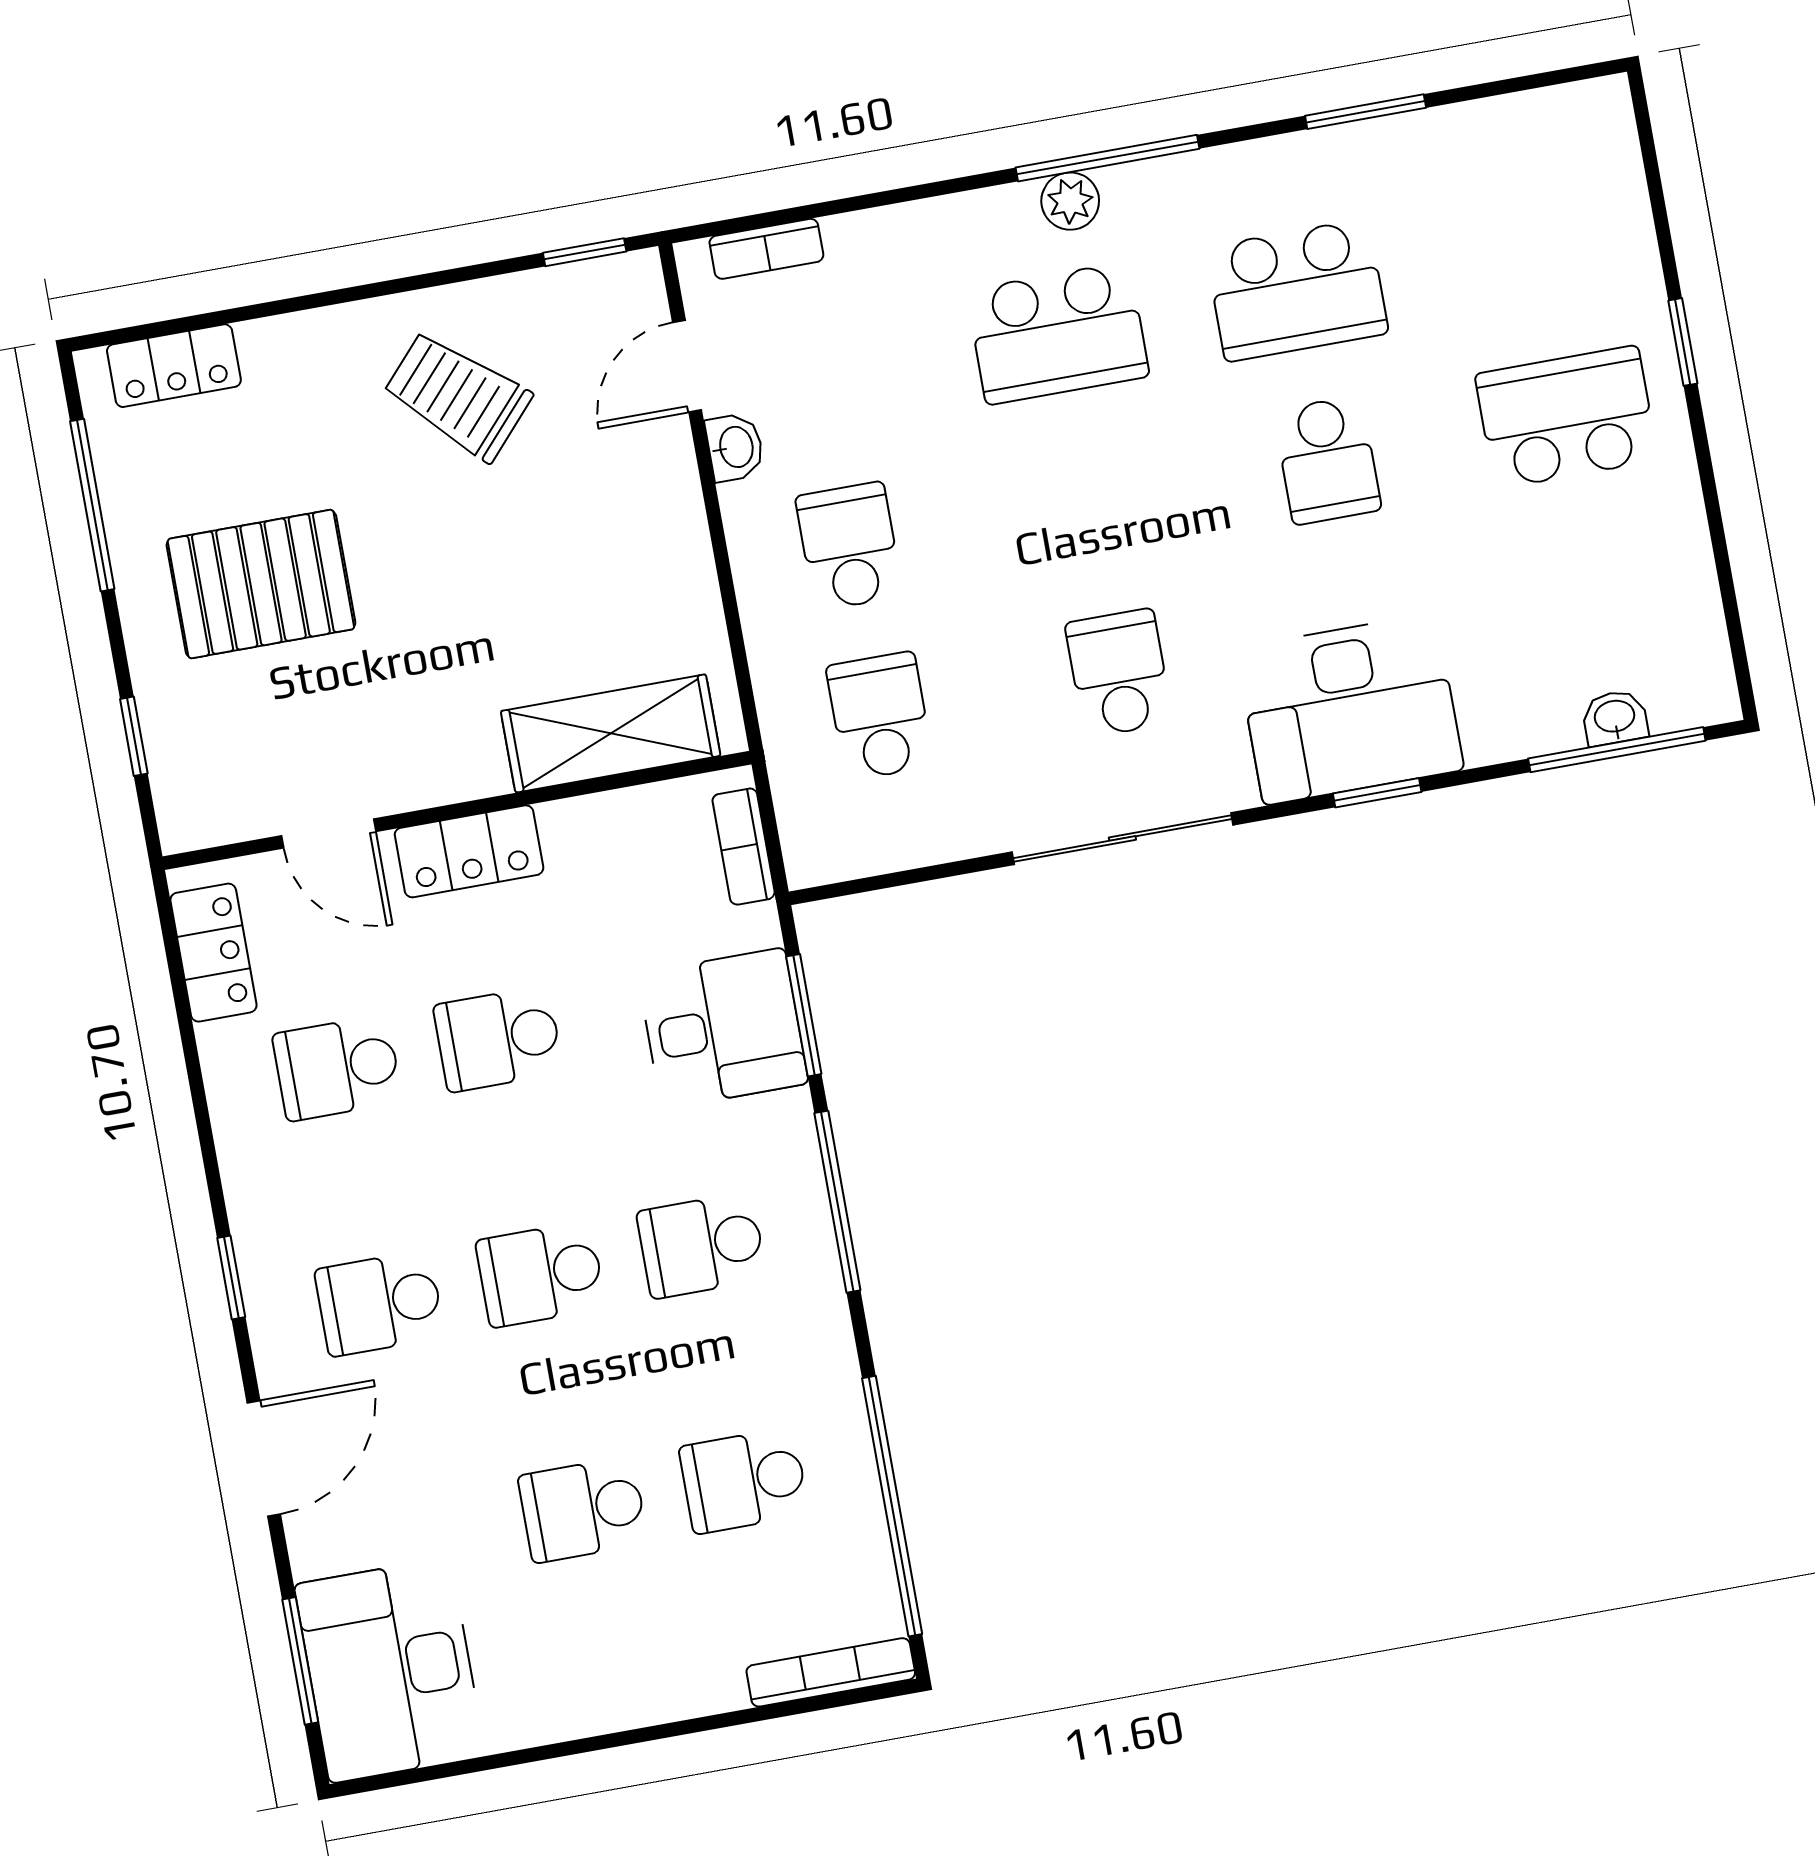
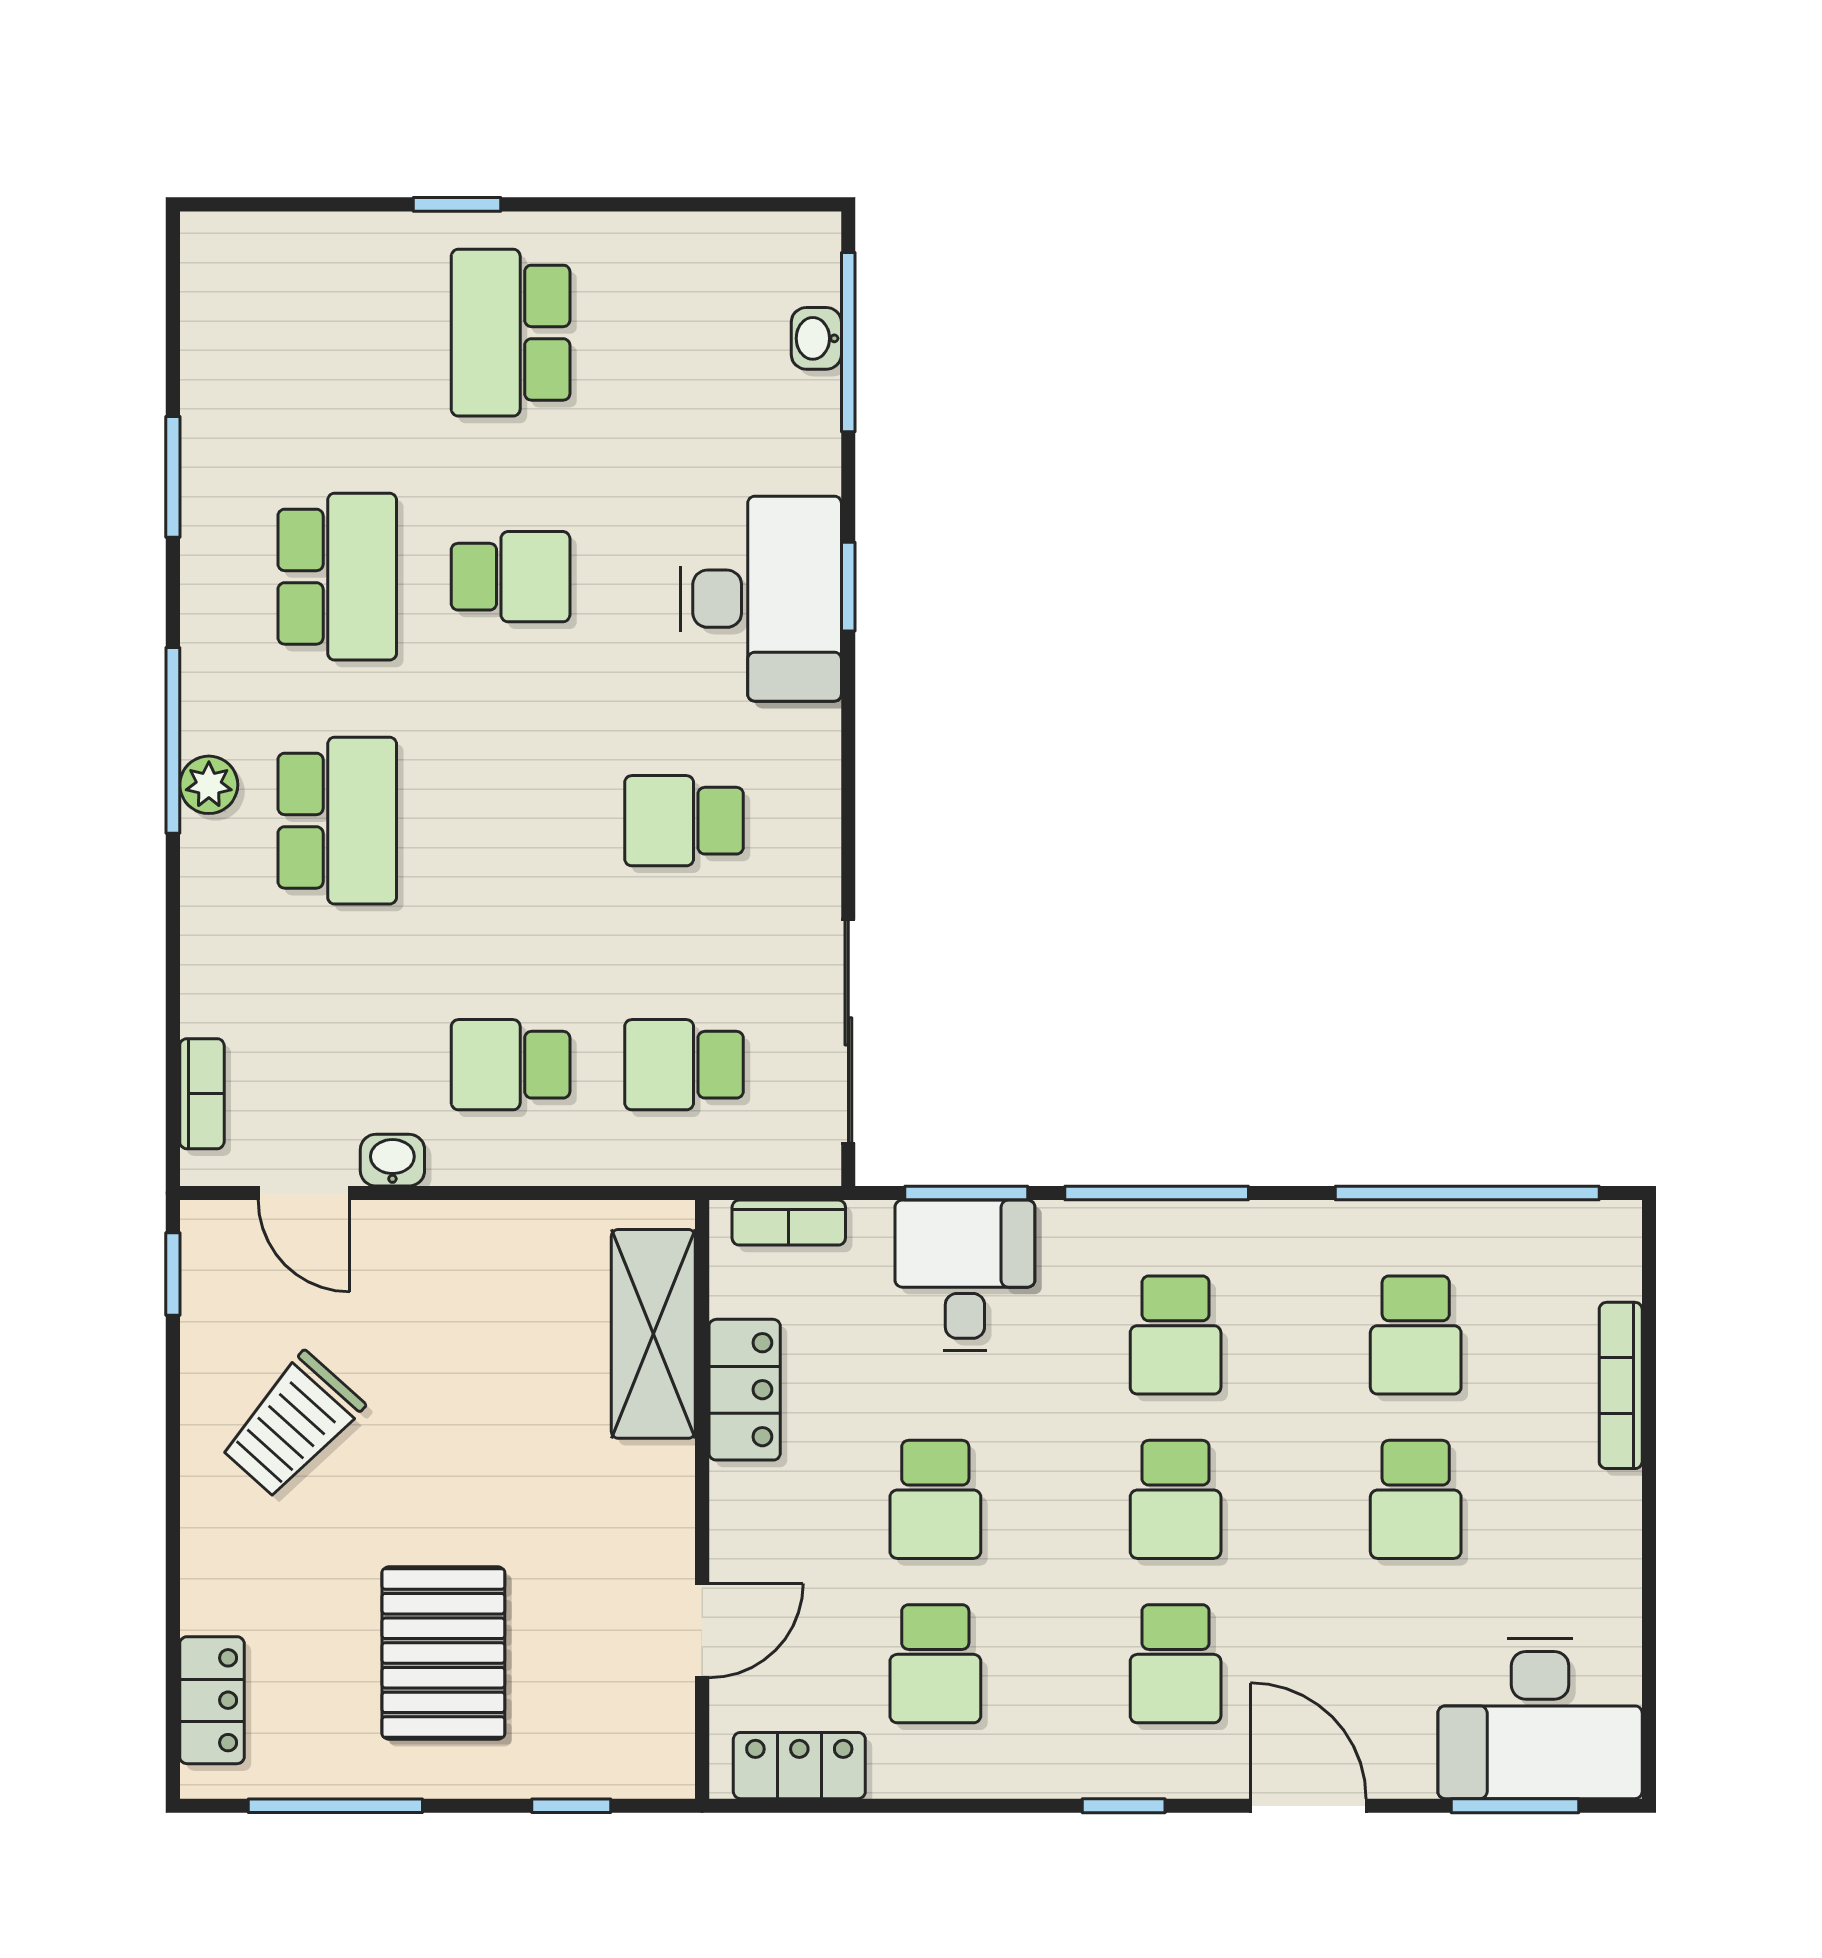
sliding door: (1122, 839) -> (848, 1031), moved
locker: (469, 851) -> (745, 1390), moved
bookcase: (831, 1672) -> (1621, 1385), moved

